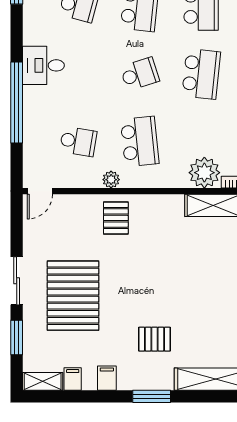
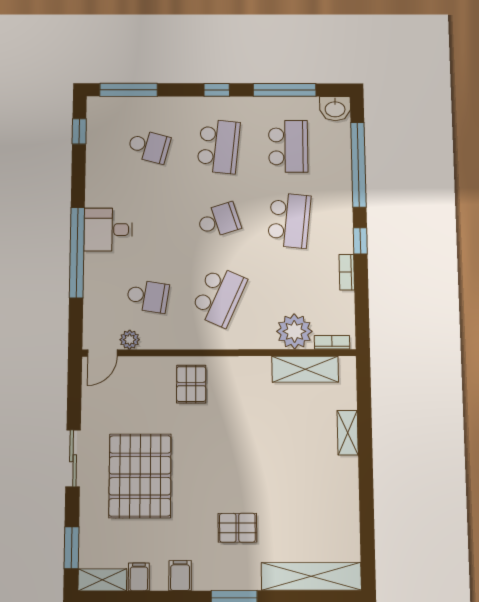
desk: (43, 65) -> (108, 230), moved
school desk: (140, 141) -> (219, 296), turned 30
plant: (111, 180) -> (130, 340), moved
window: (17, 338) -> (71, 548), moved

